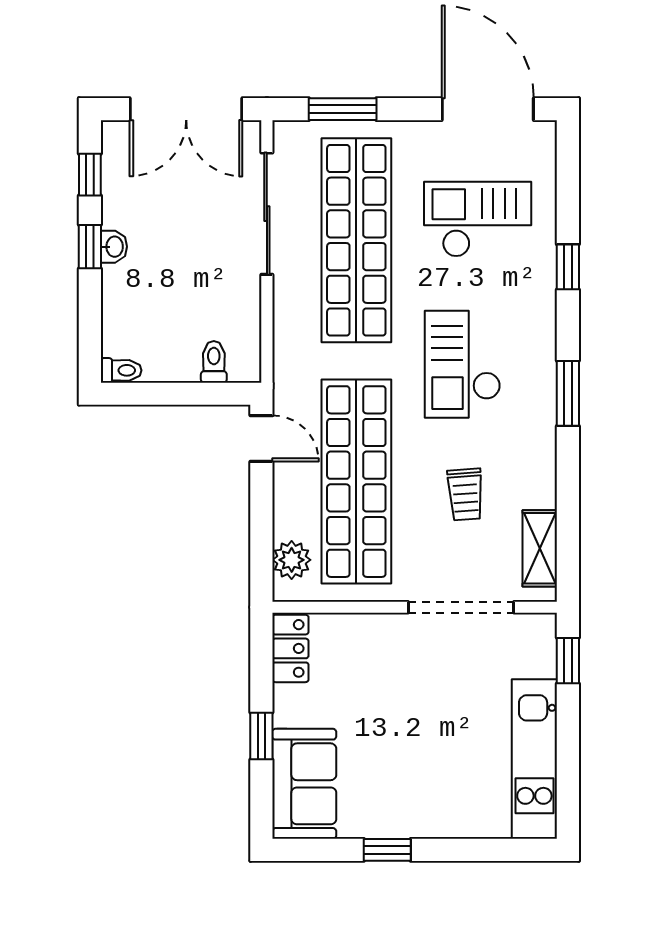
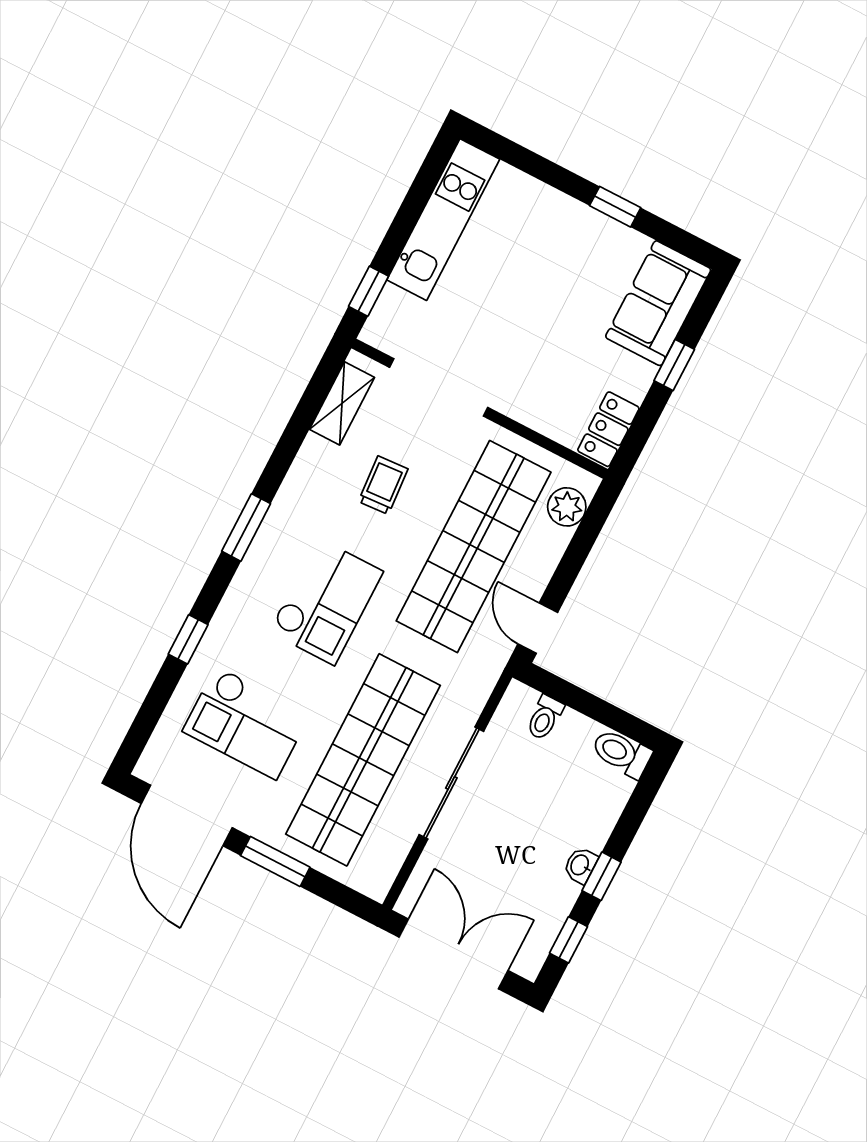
window: (343, 109) -> (275, 861), moved
sliding door: (267, 214) -> (451, 783), moved
toilet: (121, 370) -> (622, 753), width x1.37, depth x1.39

